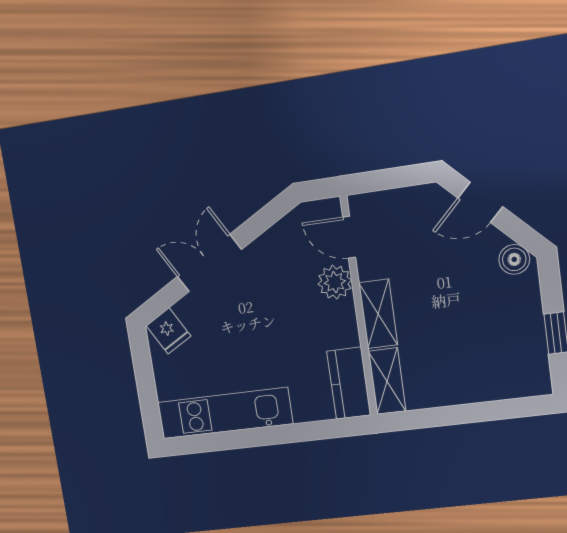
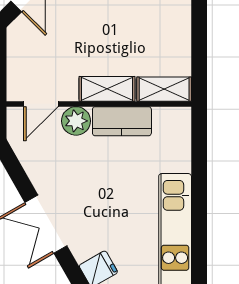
kitchen counter: (349, 383) -> (122, 121), moved

